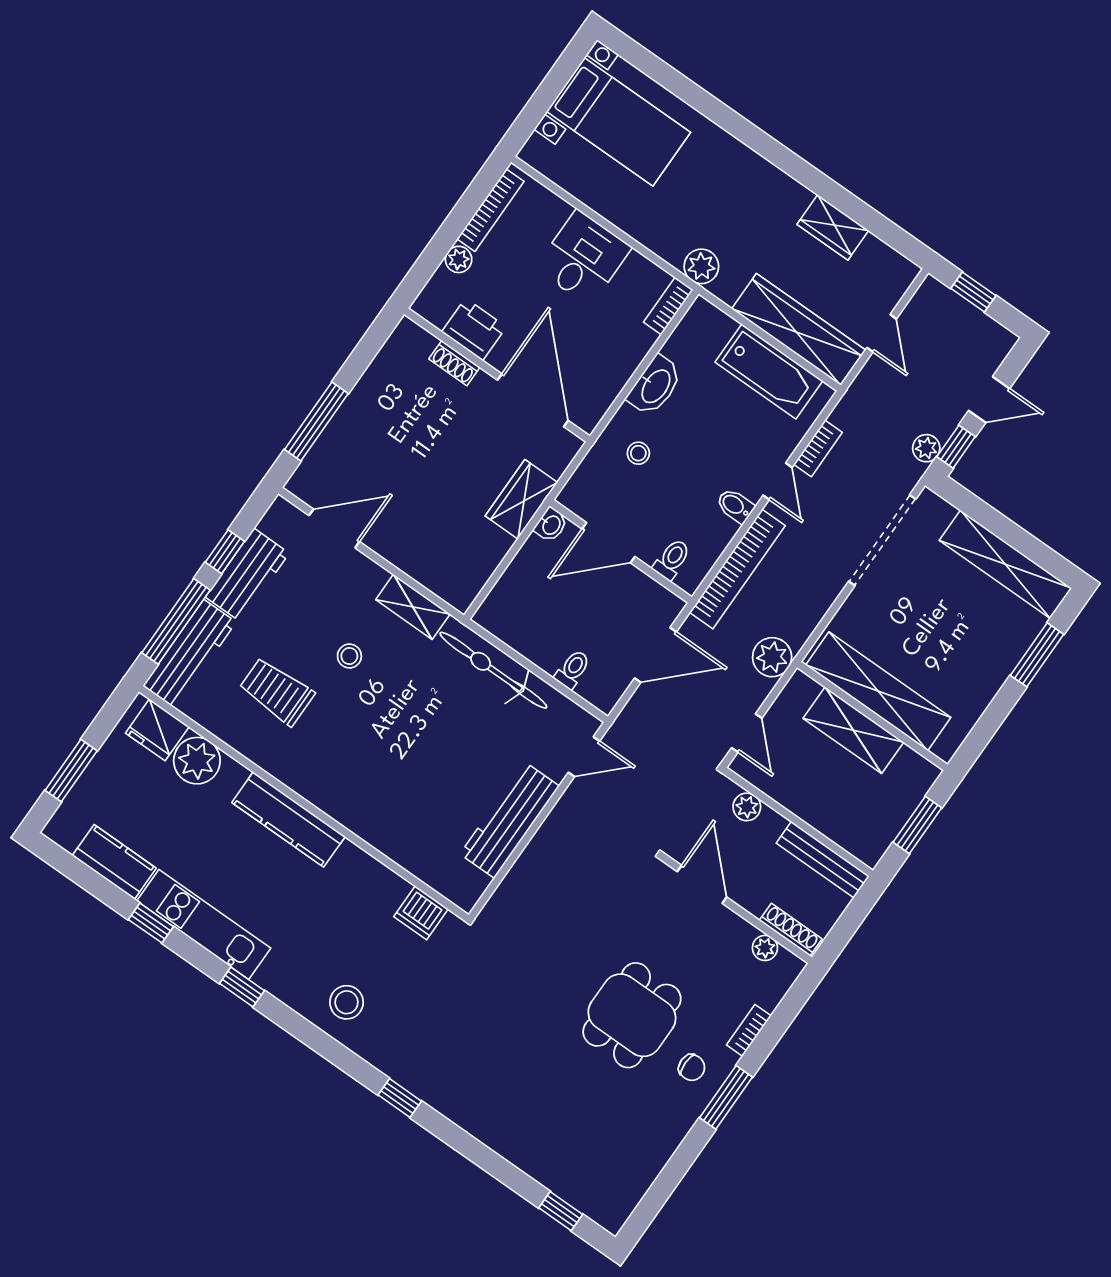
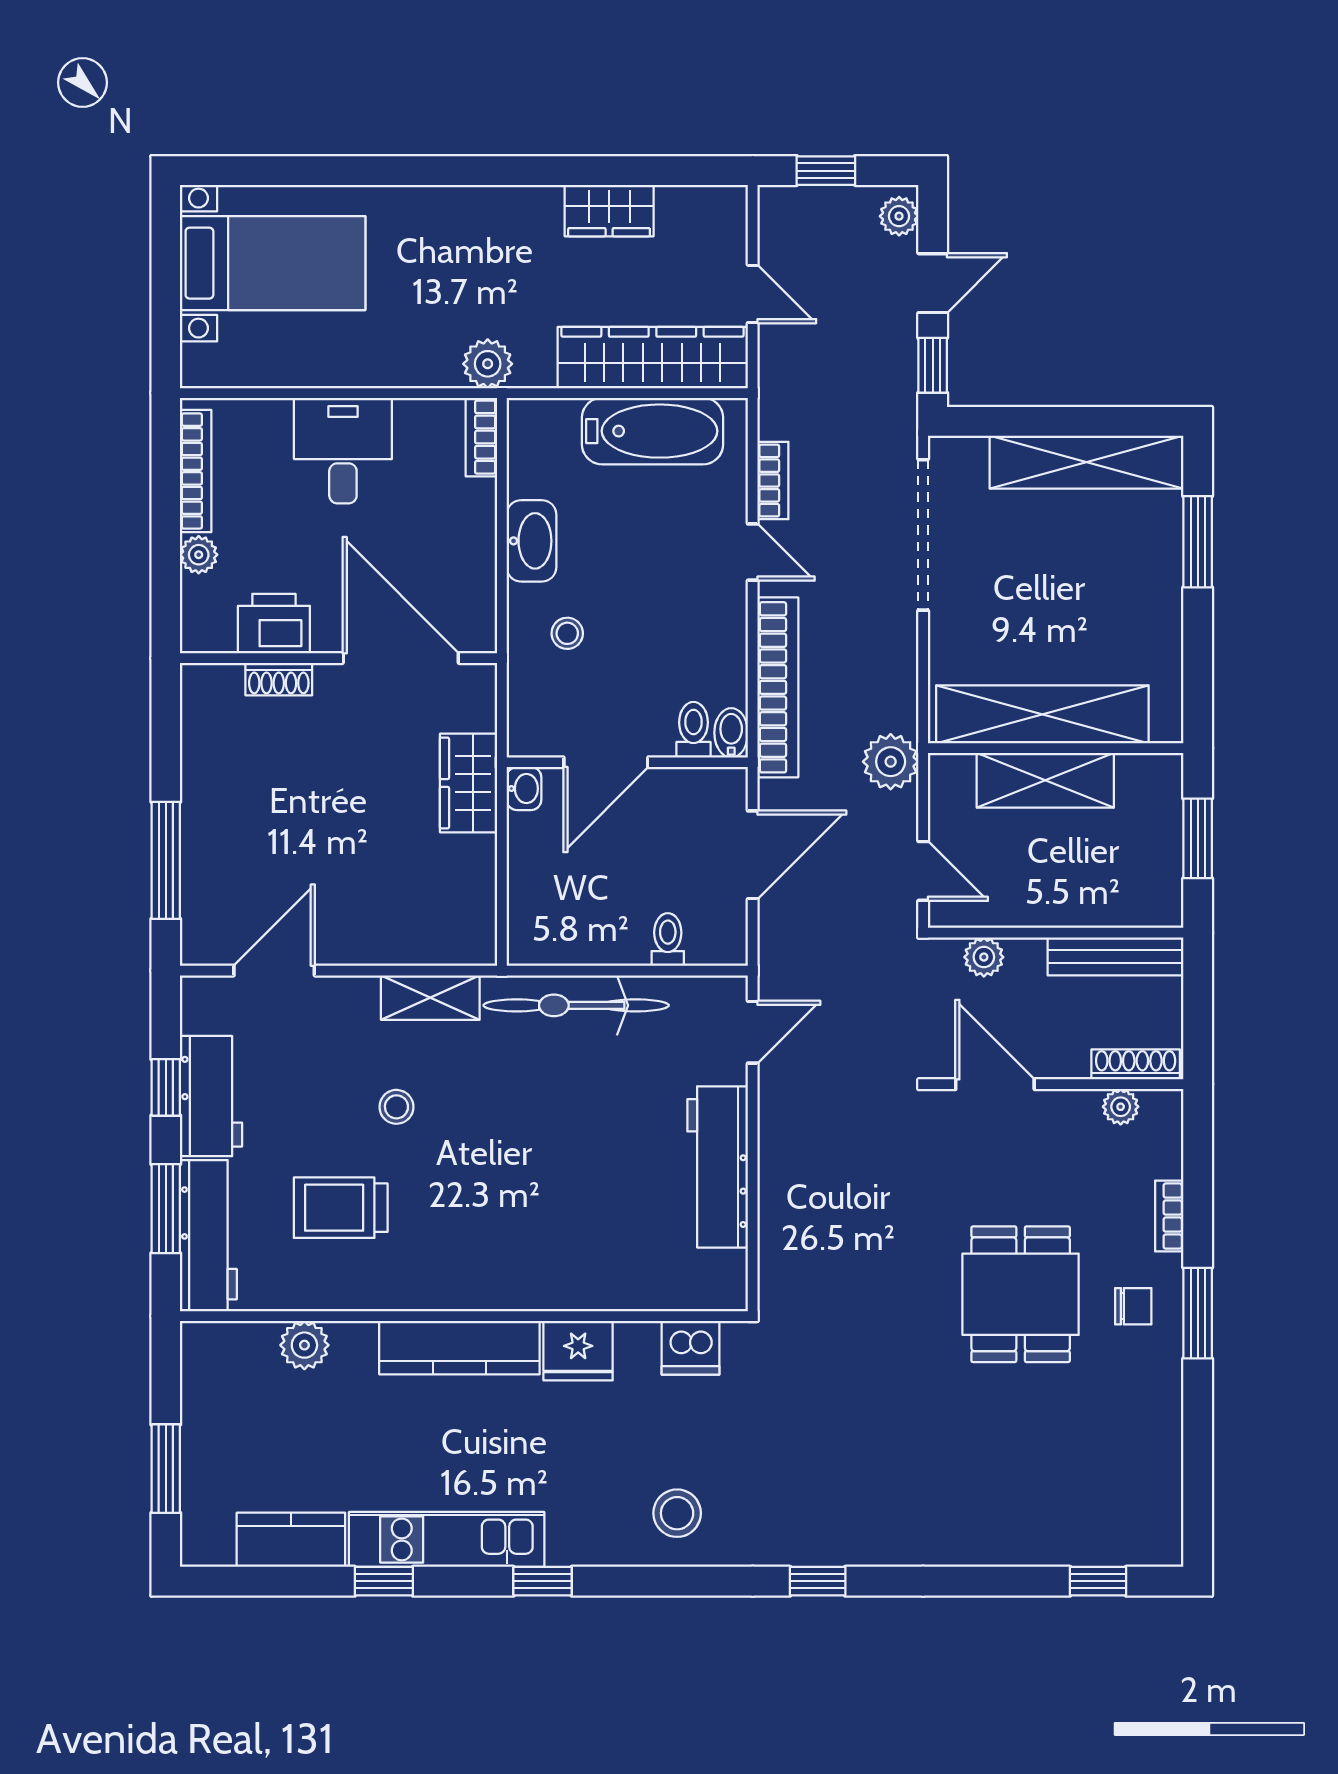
plant: (926, 448) -> (899, 216), moved
bidet: (735, 506) -> (731, 733), moved, turned 90
window: (176, 621) -> (166, 1209), width x0.69
fridge: (157, 730) -> (578, 1351), moved
plant: (197, 761) -> (304, 1345), width x0.73, depth x0.73

